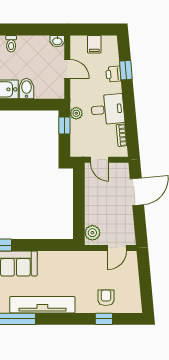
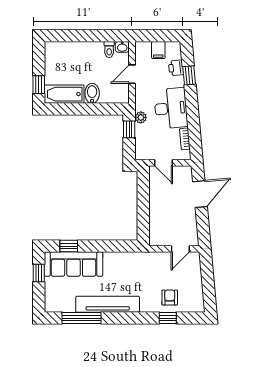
toilet: (11, 44) -> (109, 49), moved
door: (67, 69) -> (132, 74), swing flipped
printer: (113, 74) -> (176, 68), moved
desk: (108, 109) -> (171, 108), width x1.37
plant: (92, 233) -> (156, 234), removed

